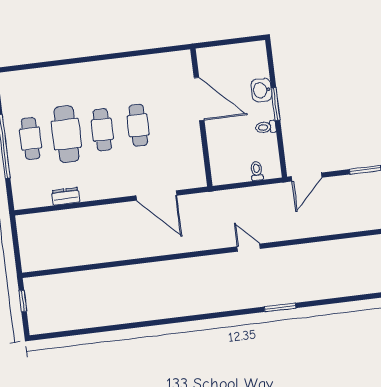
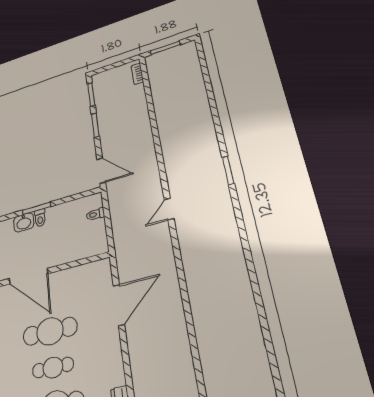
door: (199, 99) -> (28, 276), swing flipped
cafe table: (138, 125) -> (50, 331), width x1.37, depth x1.35
toilet: (266, 127) -> (40, 218), moved

